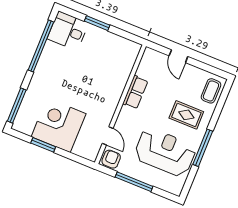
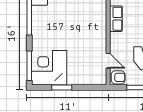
corner desk: (59, 125) -> (49, 68), moved
armchair: (111, 159) -> (118, 77), turned 90

